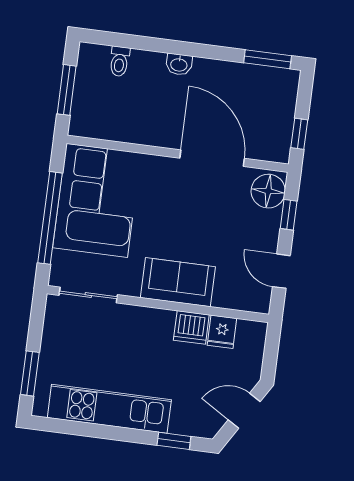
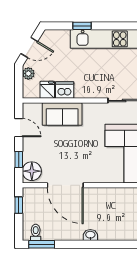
toilet: (119, 61) -> (36, 232), moved
sofa: (178, 282) -> (62, 114), moved
plant: (252, 365) -> (28, 73), added
window: (174, 441) -> (82, 26), moved

